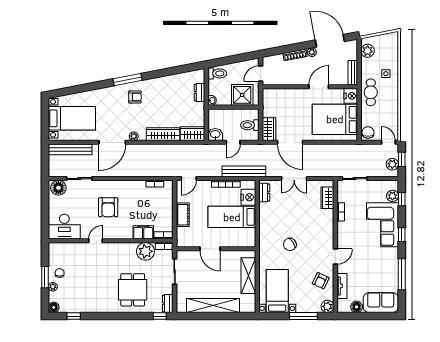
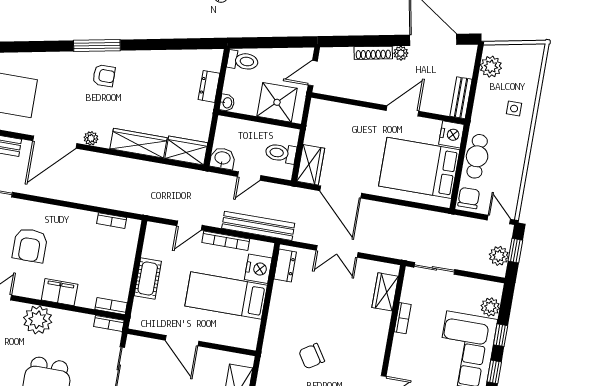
cafe table: (371, 92) -> (477, 156), moved
door: (189, 179) -> (189, 226), moved
window: (402, 199) -> (501, 335), moved
filing cabinet: (143, 232) -> (60, 292), moved
plant: (145, 251) -> (38, 320), moved

